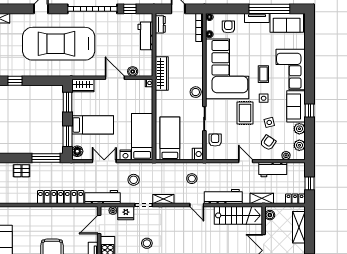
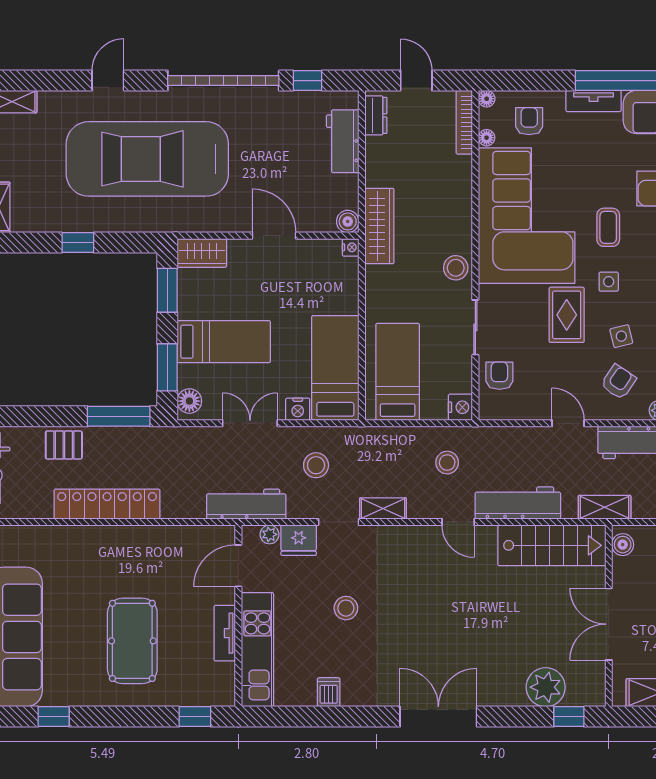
boiler: (133, 71) -> (348, 221), moved
window: (15, 81) -> (78, 243), moved
locker: (61, 197) -> (107, 504), moved

